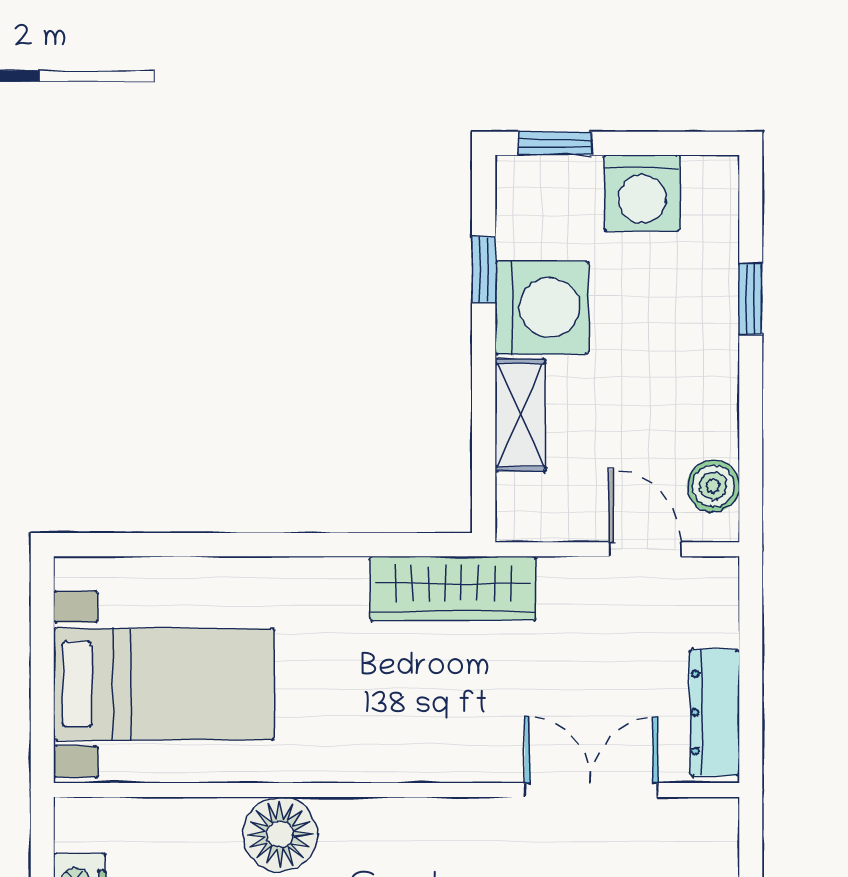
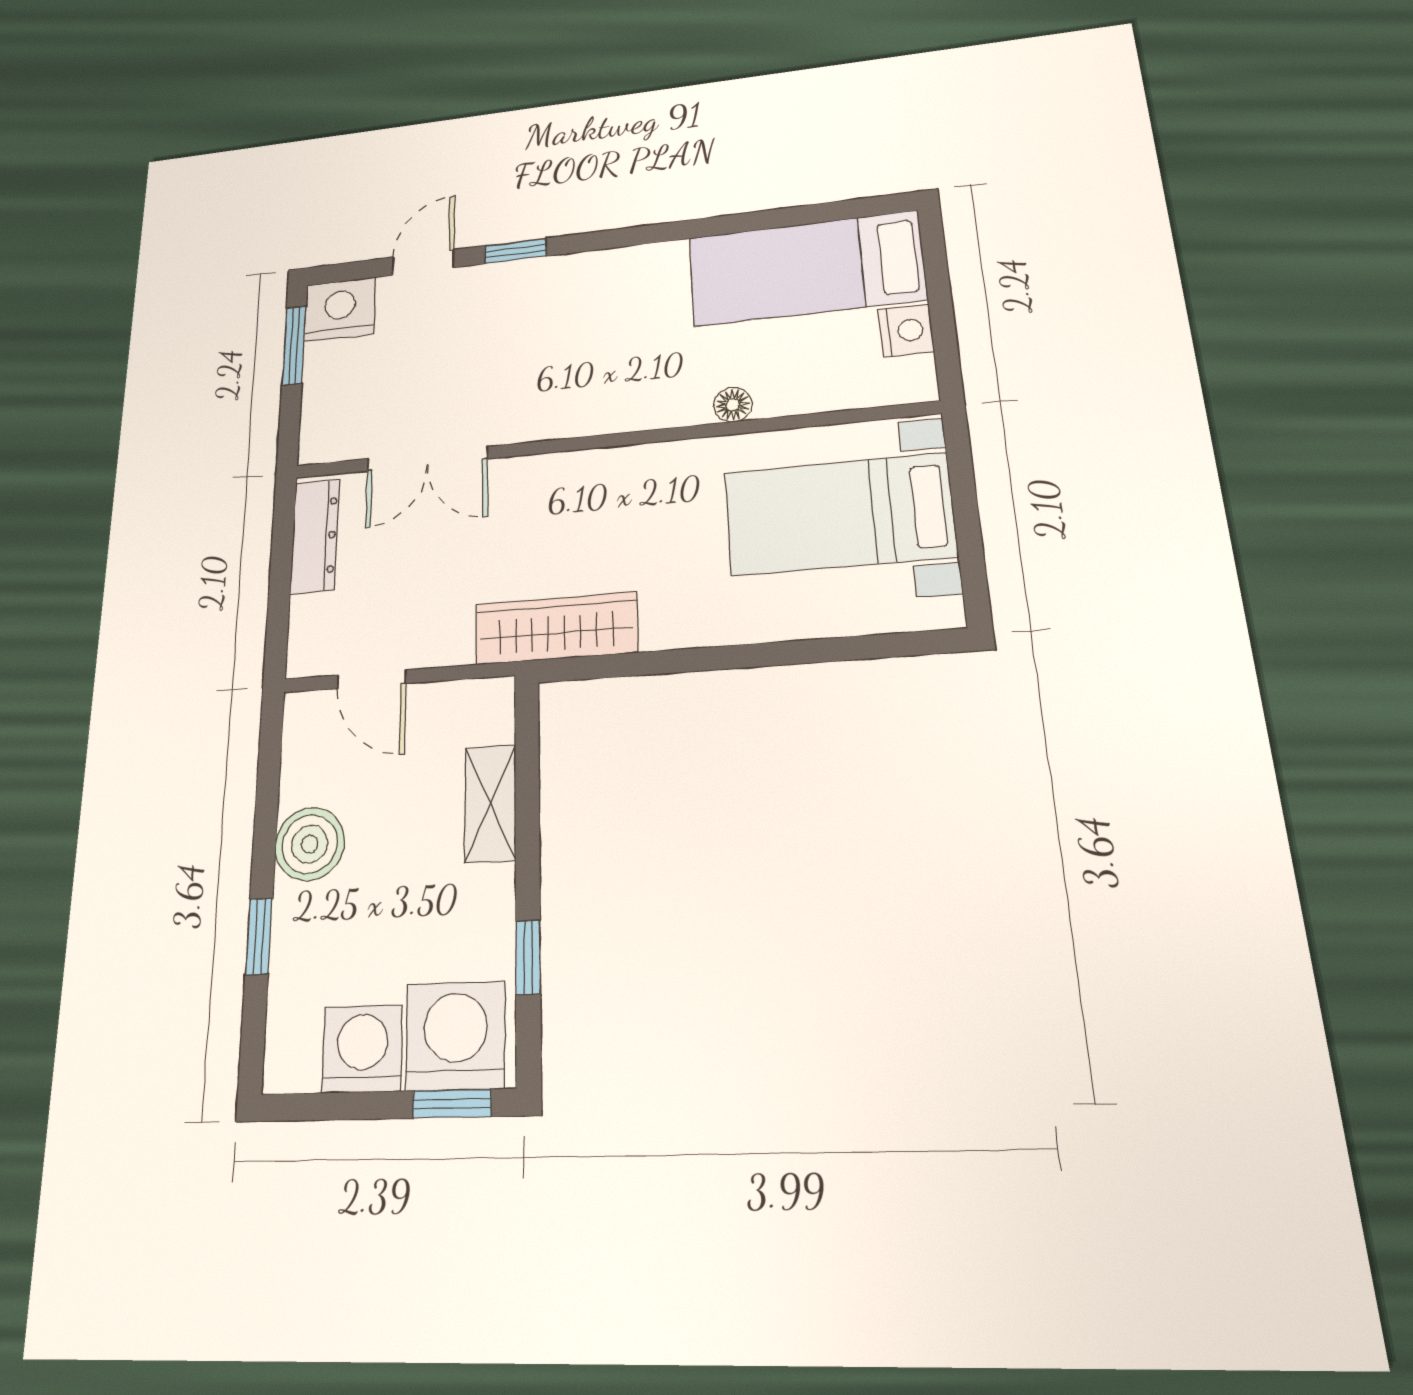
washing machine: (542, 308) -> (456, 1036), moved, turned 90
boiler: (713, 486) -> (310, 844), moved, width x1.36, depth x1.36
floor lamp: (280, 834) -> (733, 405), width x0.53, depth x0.53

